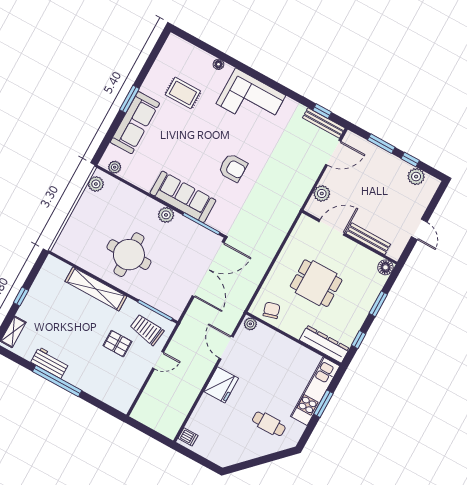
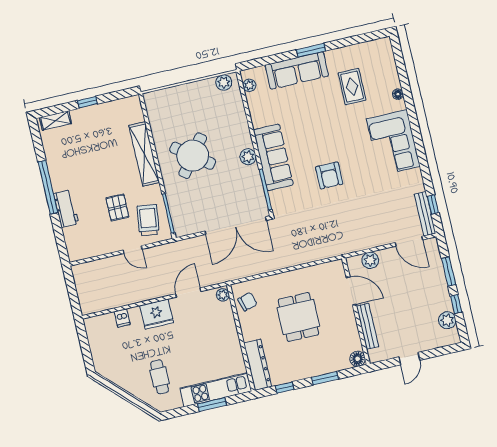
round table: (129, 255) -> (193, 156), turned 37
workbench: (50, 363) -> (66, 209), moved
dishwasher: (188, 437) -> (122, 318), moved

